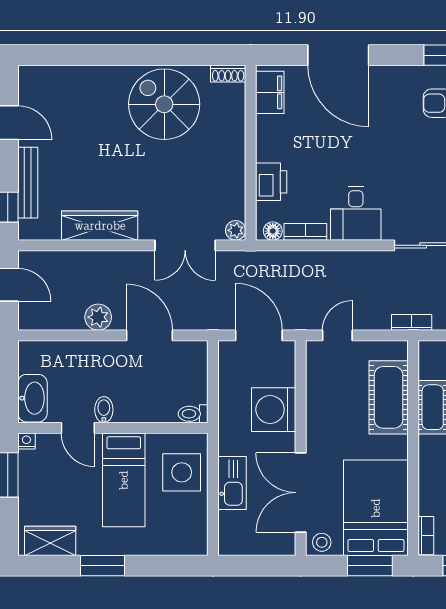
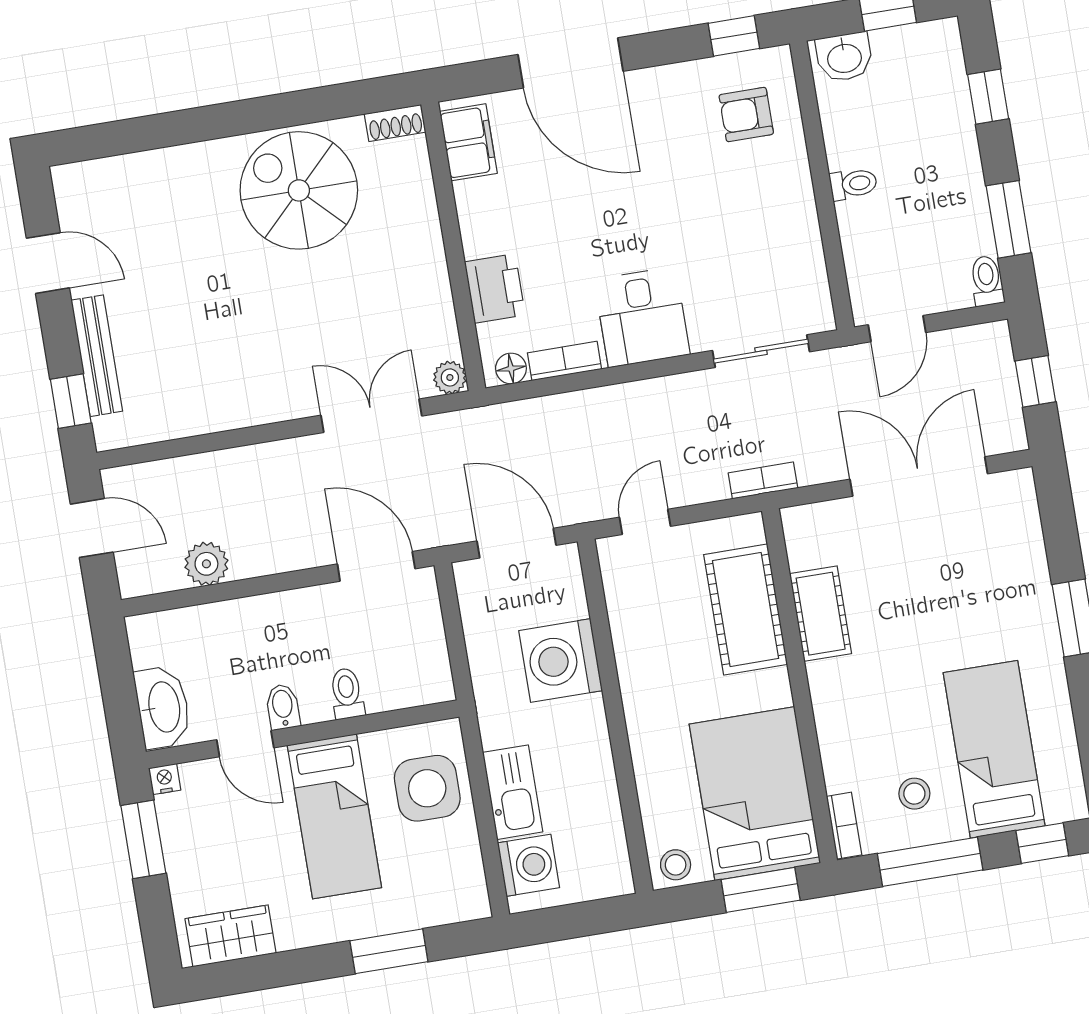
wardrobe: (100, 226) -> (226, 407), removed
double door: (185, 245) -> (371, 416), swing flipped
plant: (98, 317) -> (206, 564), moved
door: (150, 335) -> (376, 566), moved
toilet: (193, 414) -> (347, 693), moved, turned 90
double door: (301, 493) -> (627, 789), removed
washing machine: (234, 528) -> (529, 865), added
window: (103, 566) -> (389, 951), moved

